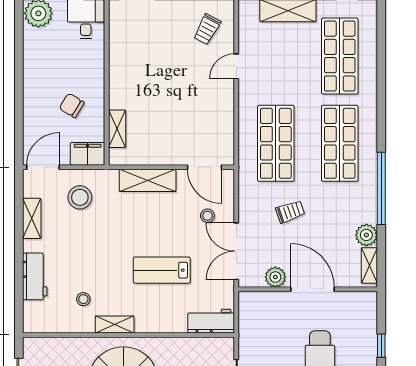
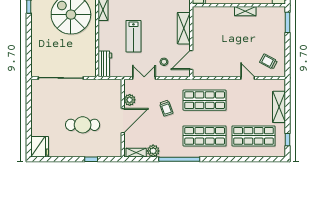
shelving: (117, 129) -> (245, 11), moved
double door: (236, 251) -> (144, 78), width x0.73
lab bench: (162, 270) -> (133, 36), turned 180

